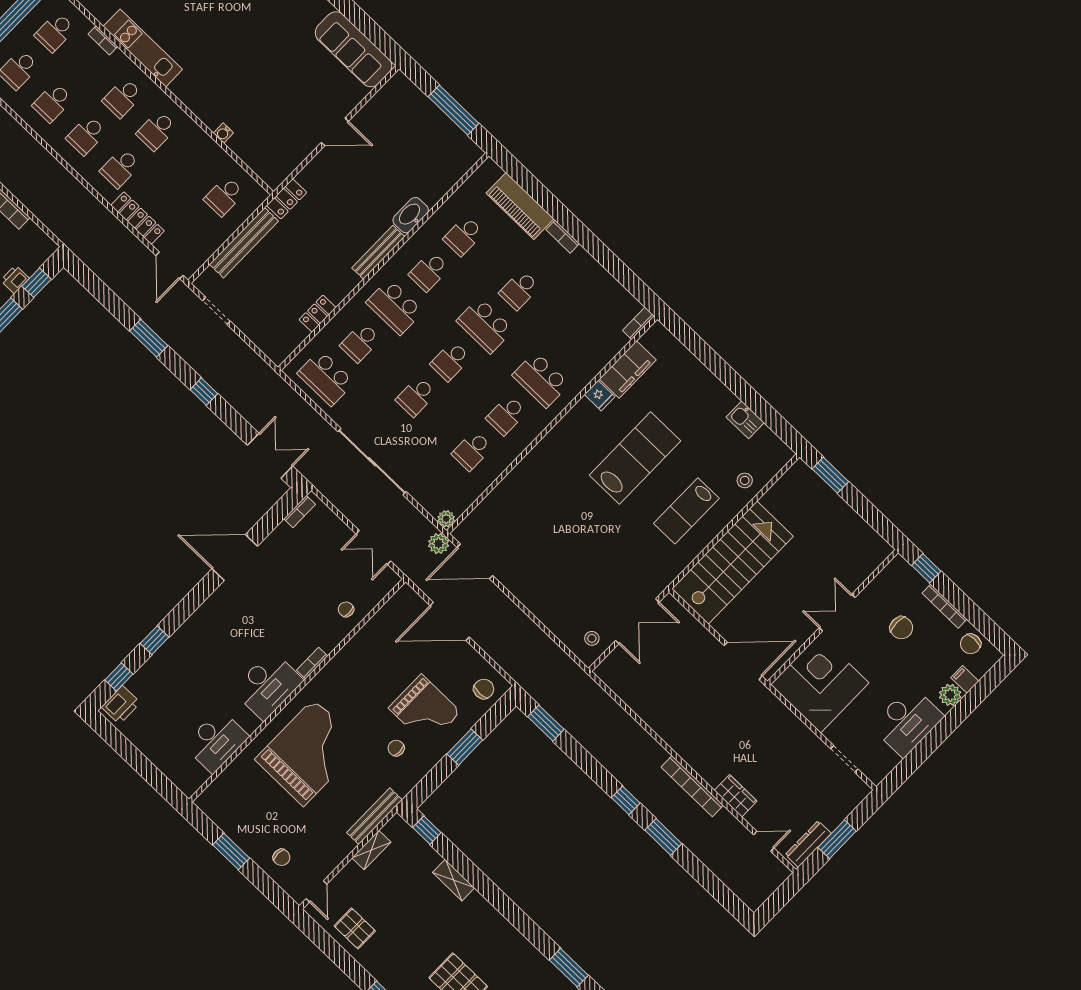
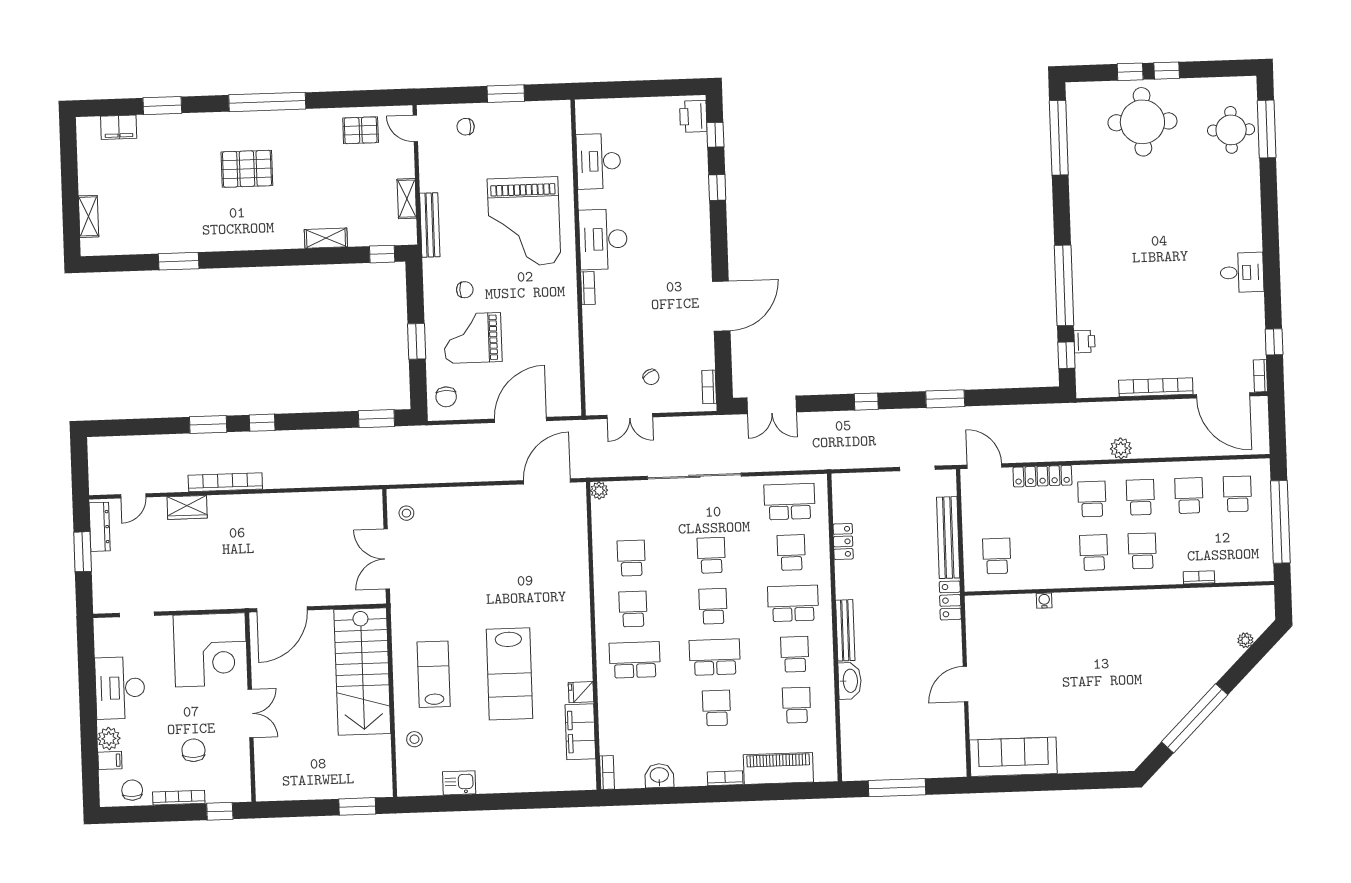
school desk: (55, 32) -> (1239, 548), removed
kitchen unit: (143, 48) -> (1165, 601), removed
washbasin: (605, 285) -> (659, 776), added
plant: (439, 544) -> (1121, 448), moved
double door: (373, 547) -> (630, 416), swing flipped
chair: (346, 609) -> (651, 377), moved, turned 59
chair: (901, 628) -> (193, 750), turned 90

